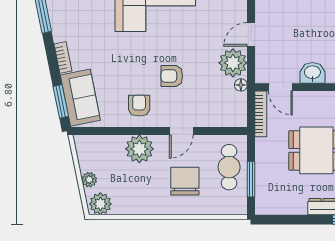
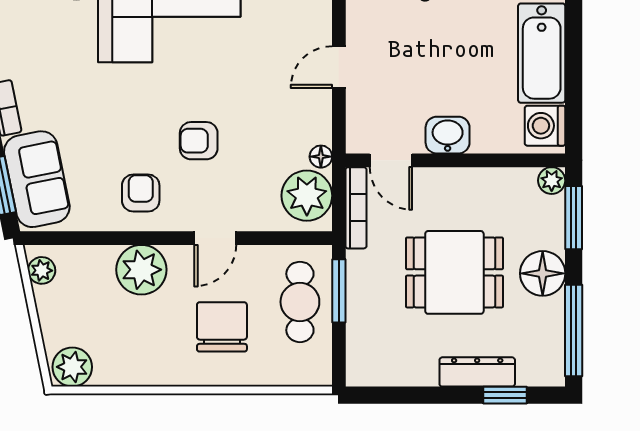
plant: (233, 63) -> (307, 196), moved
window: (251, 179) -> (339, 291), moved
plant: (89, 180) -> (42, 270), moved

